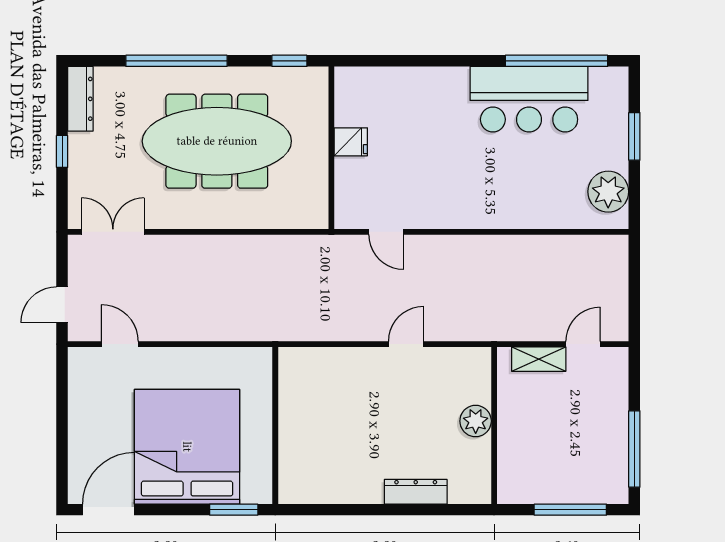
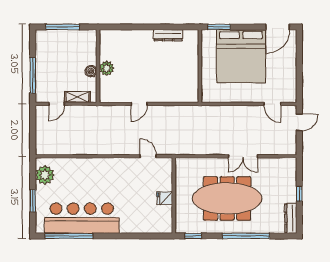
bar counter: (529, 99) -> (82, 218), width x1.36
double door: (113, 232) -> (243, 156), moved
boiler: (509, 415) -> (91, 71), added
window: (634, 449) -> (33, 76), moved
dresser: (416, 492) -> (168, 35), moved

